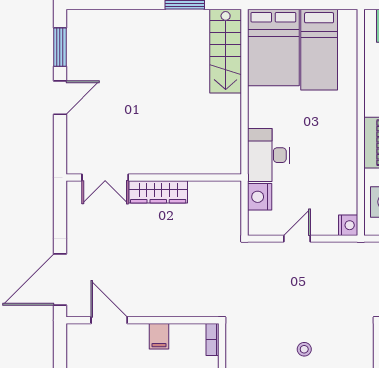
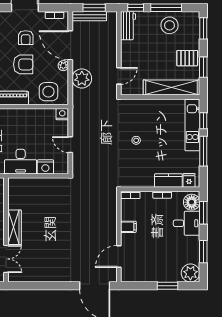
double door: (105, 177) -> (6, 259), moved
wall: (154, 177) -> (6, 230), moved
wardrobe: (158, 192) -> (14, 227), moved

